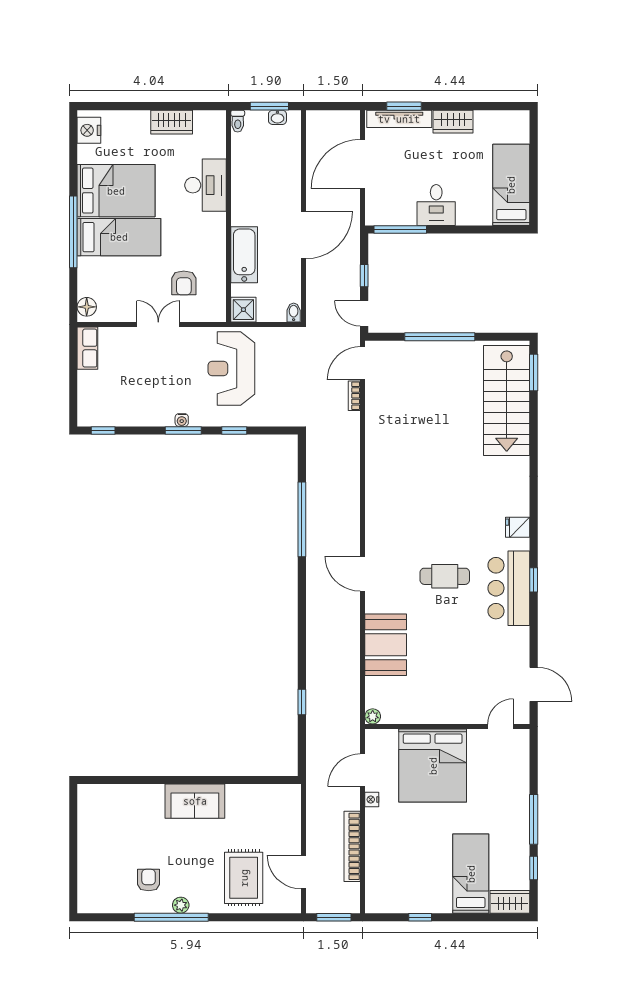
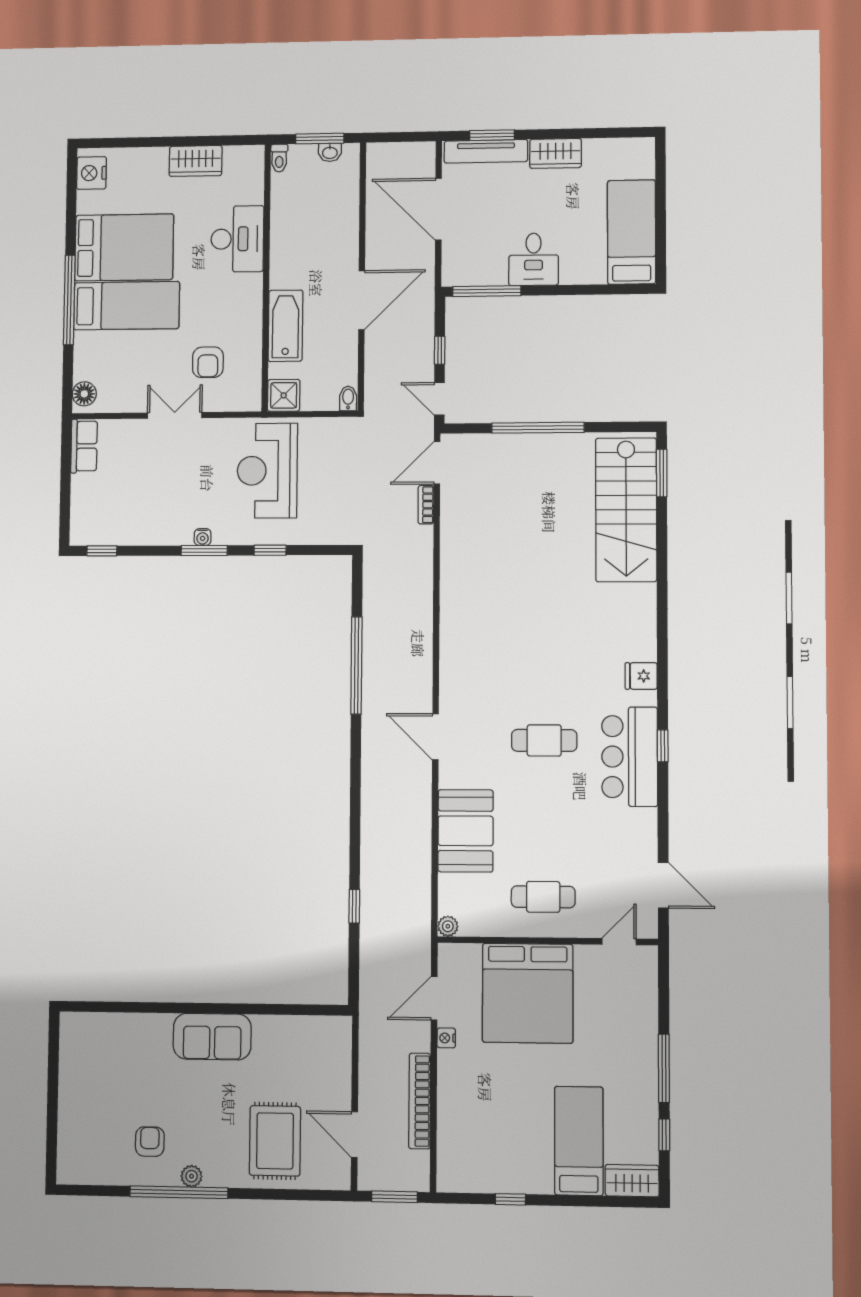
door: (363, 164) -> (438, 209), hinge flipped
cafe table: (444, 694) -> (543, 897), added

